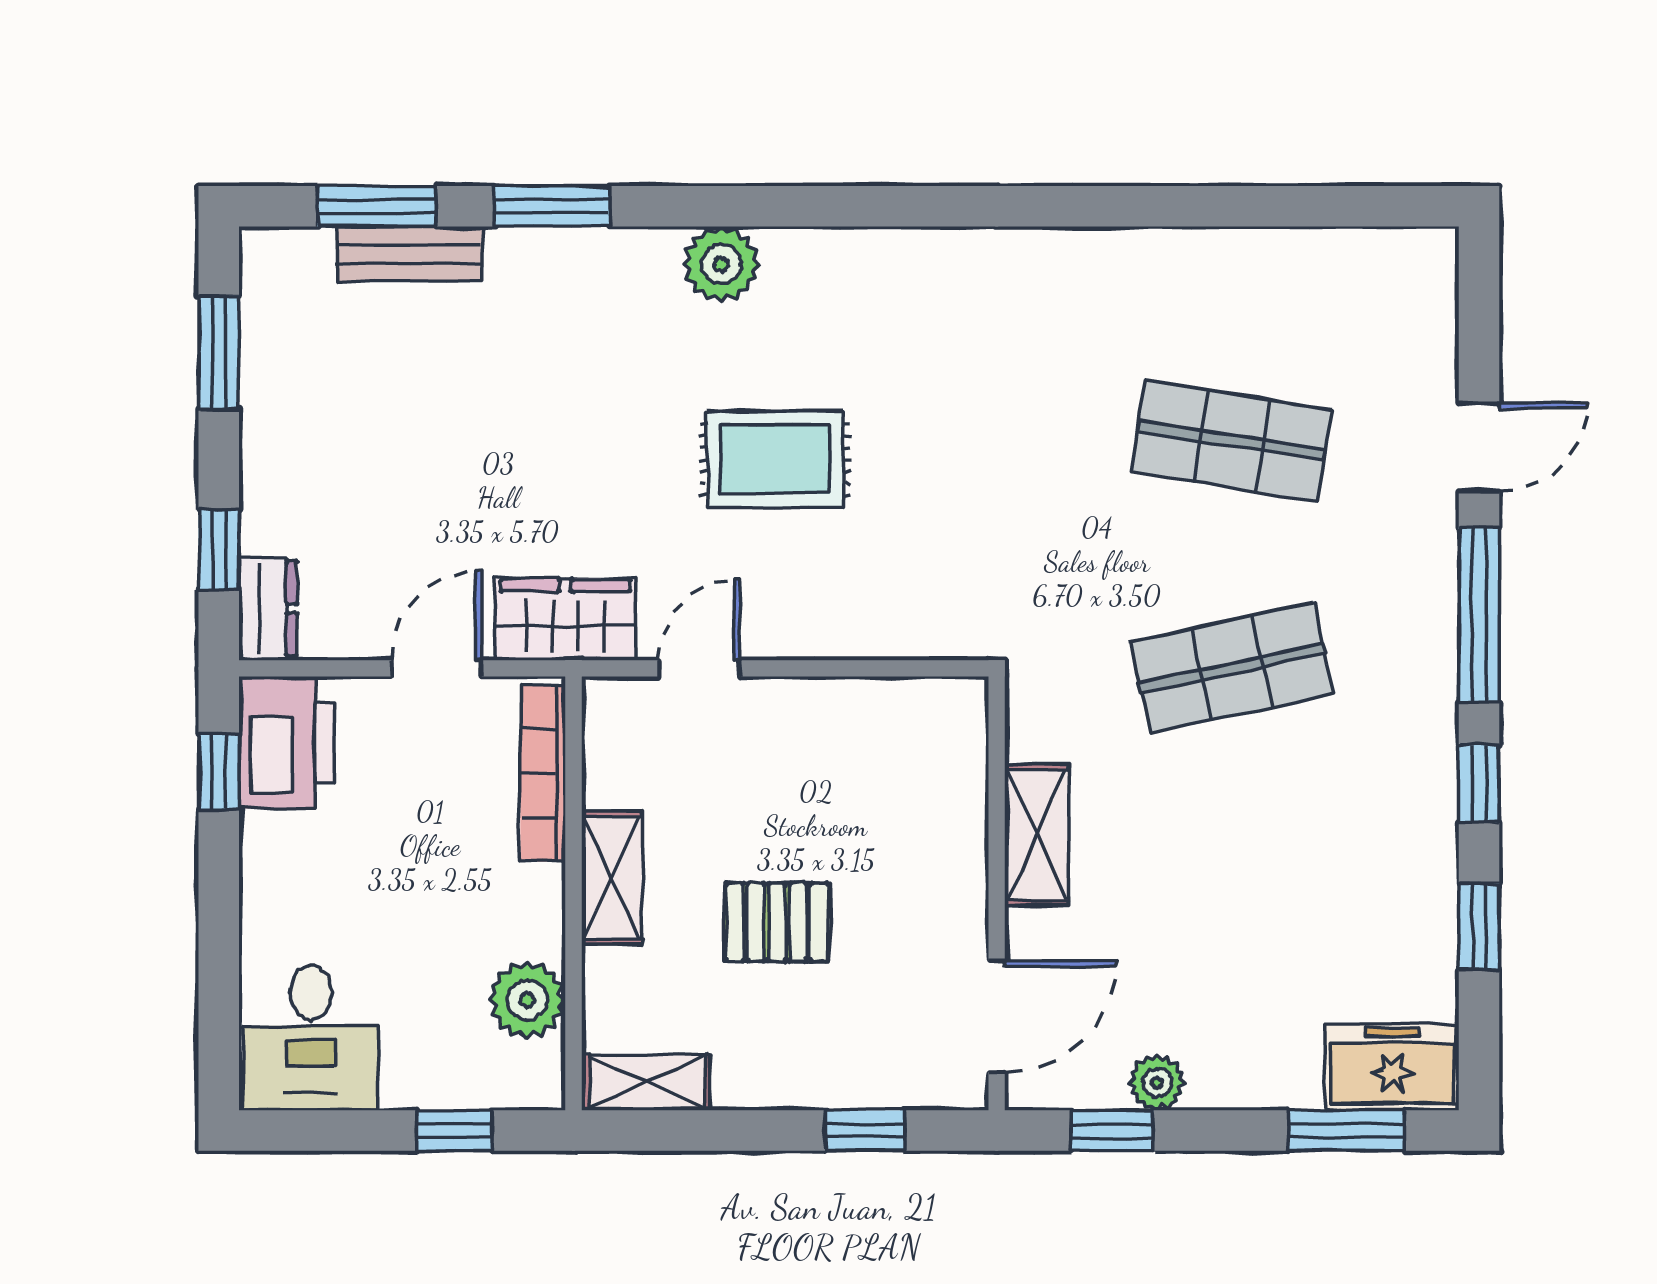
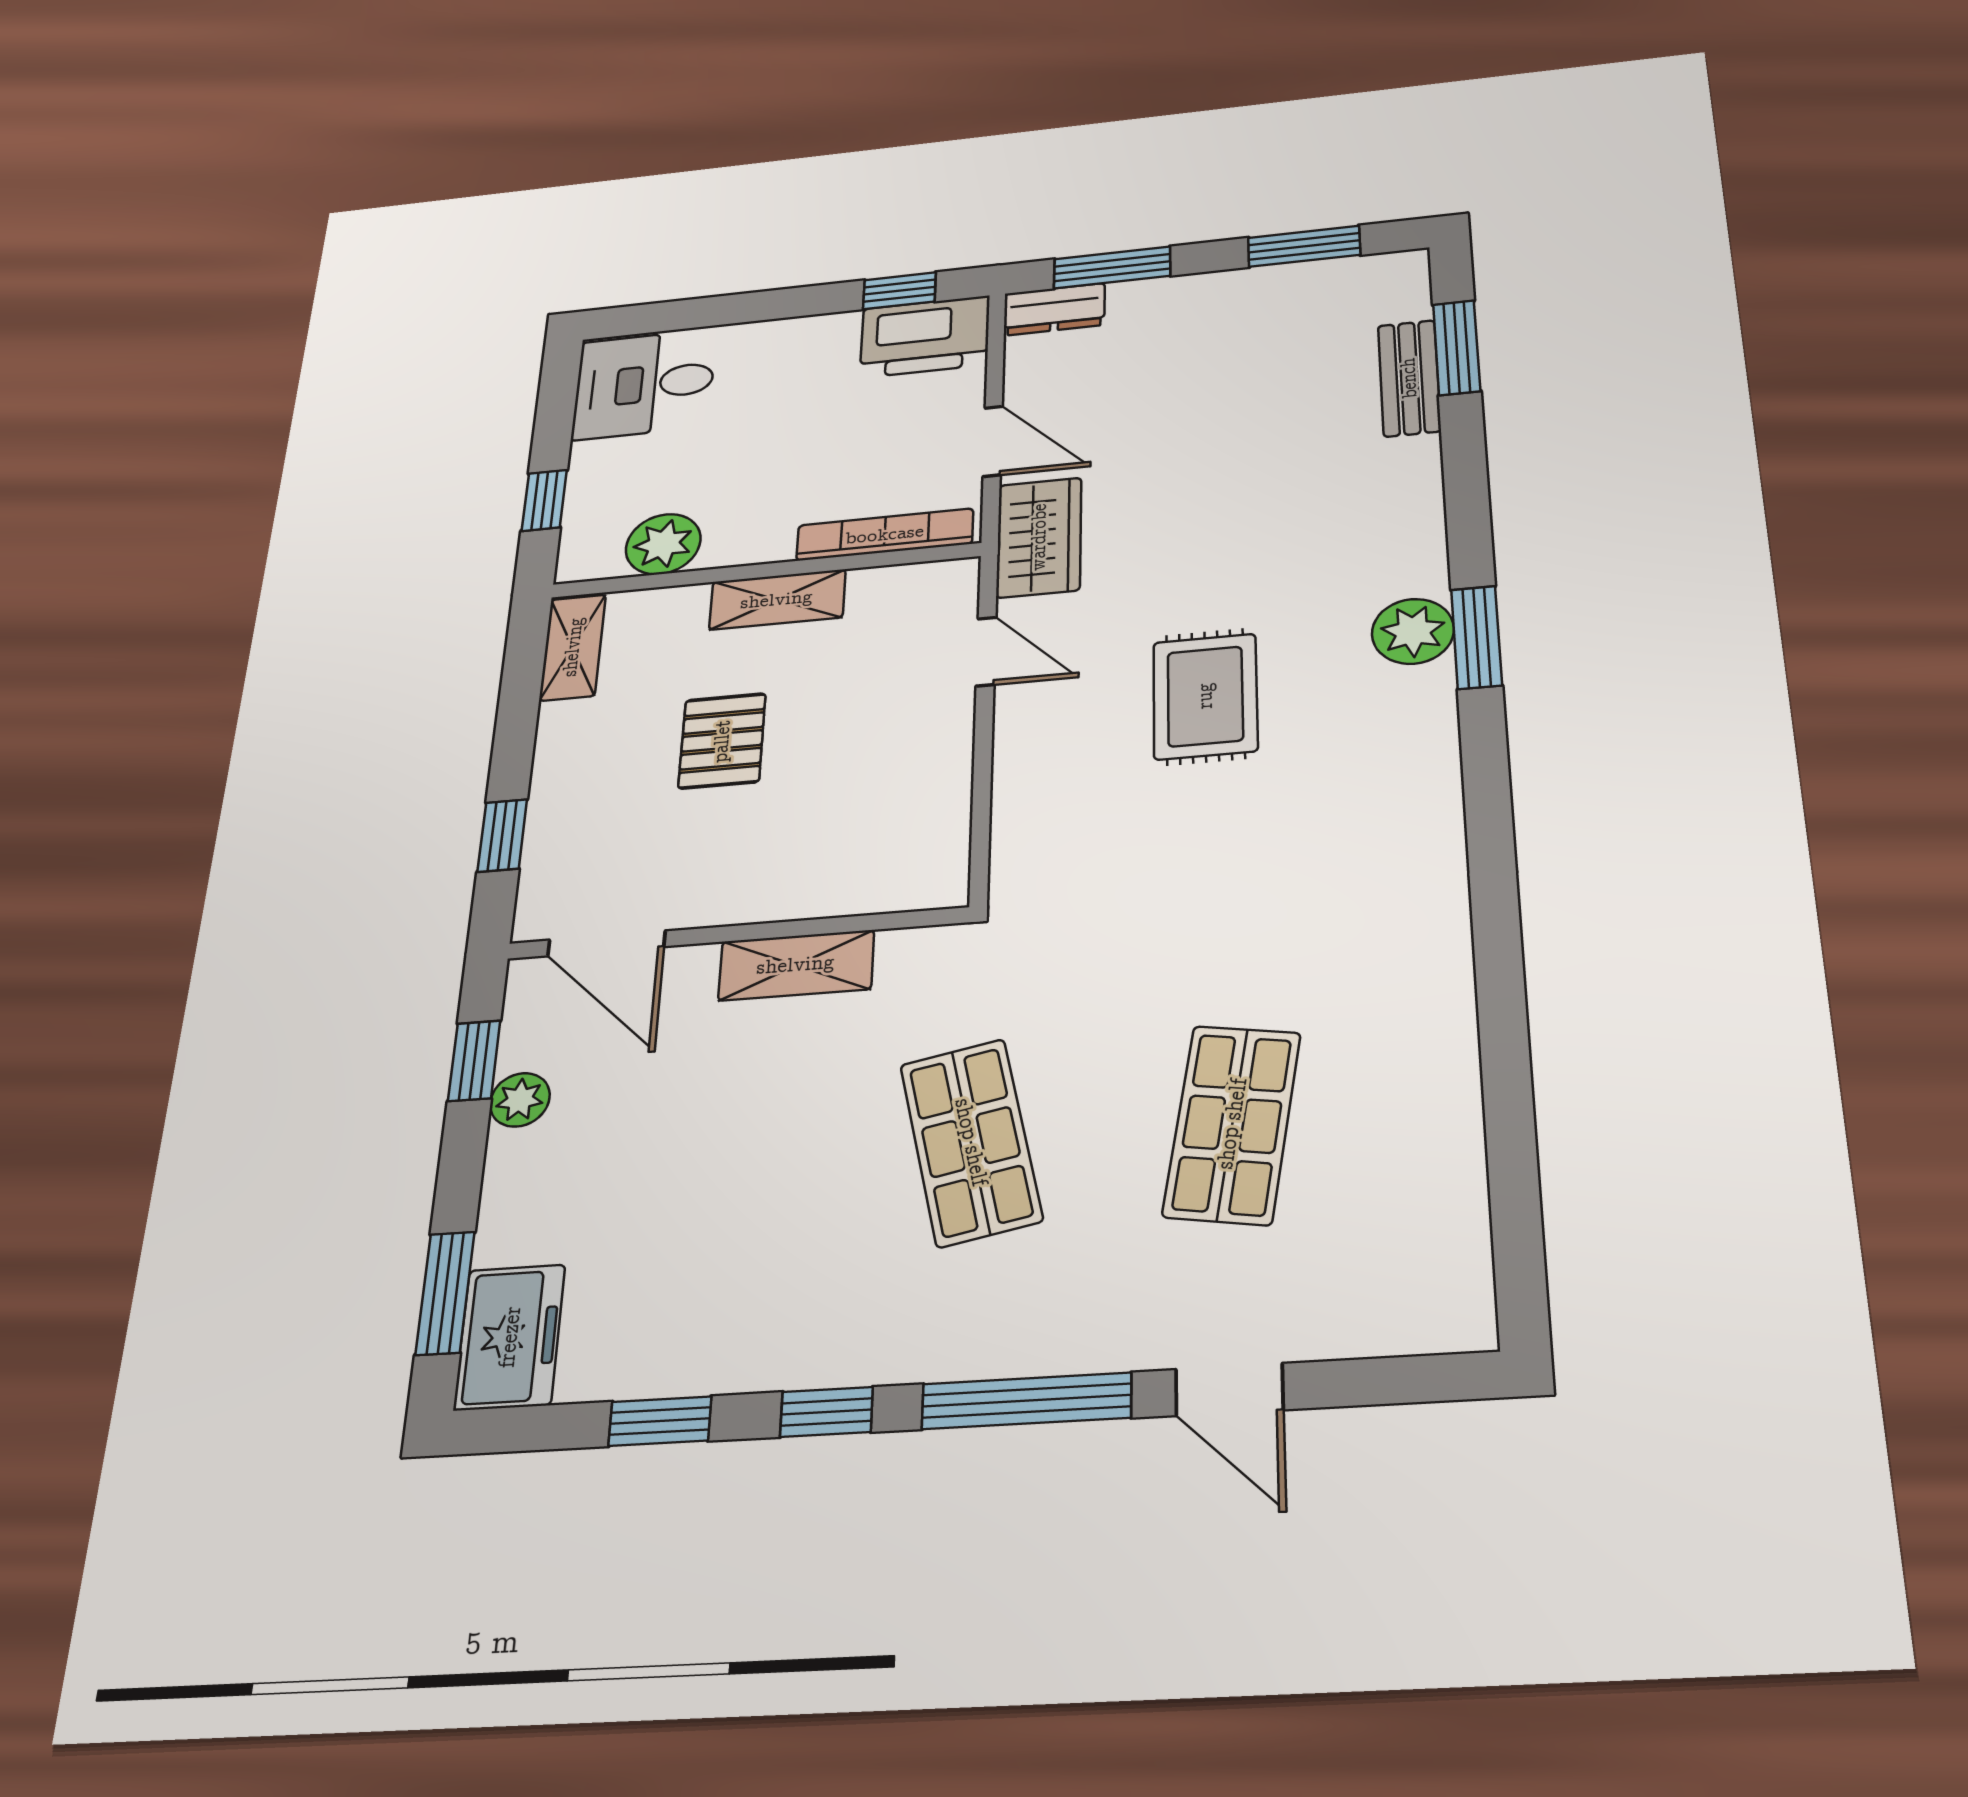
window: (552, 206) -> (1476, 637), moved
window: (219, 549) -> (1112, 267), width x1.50

